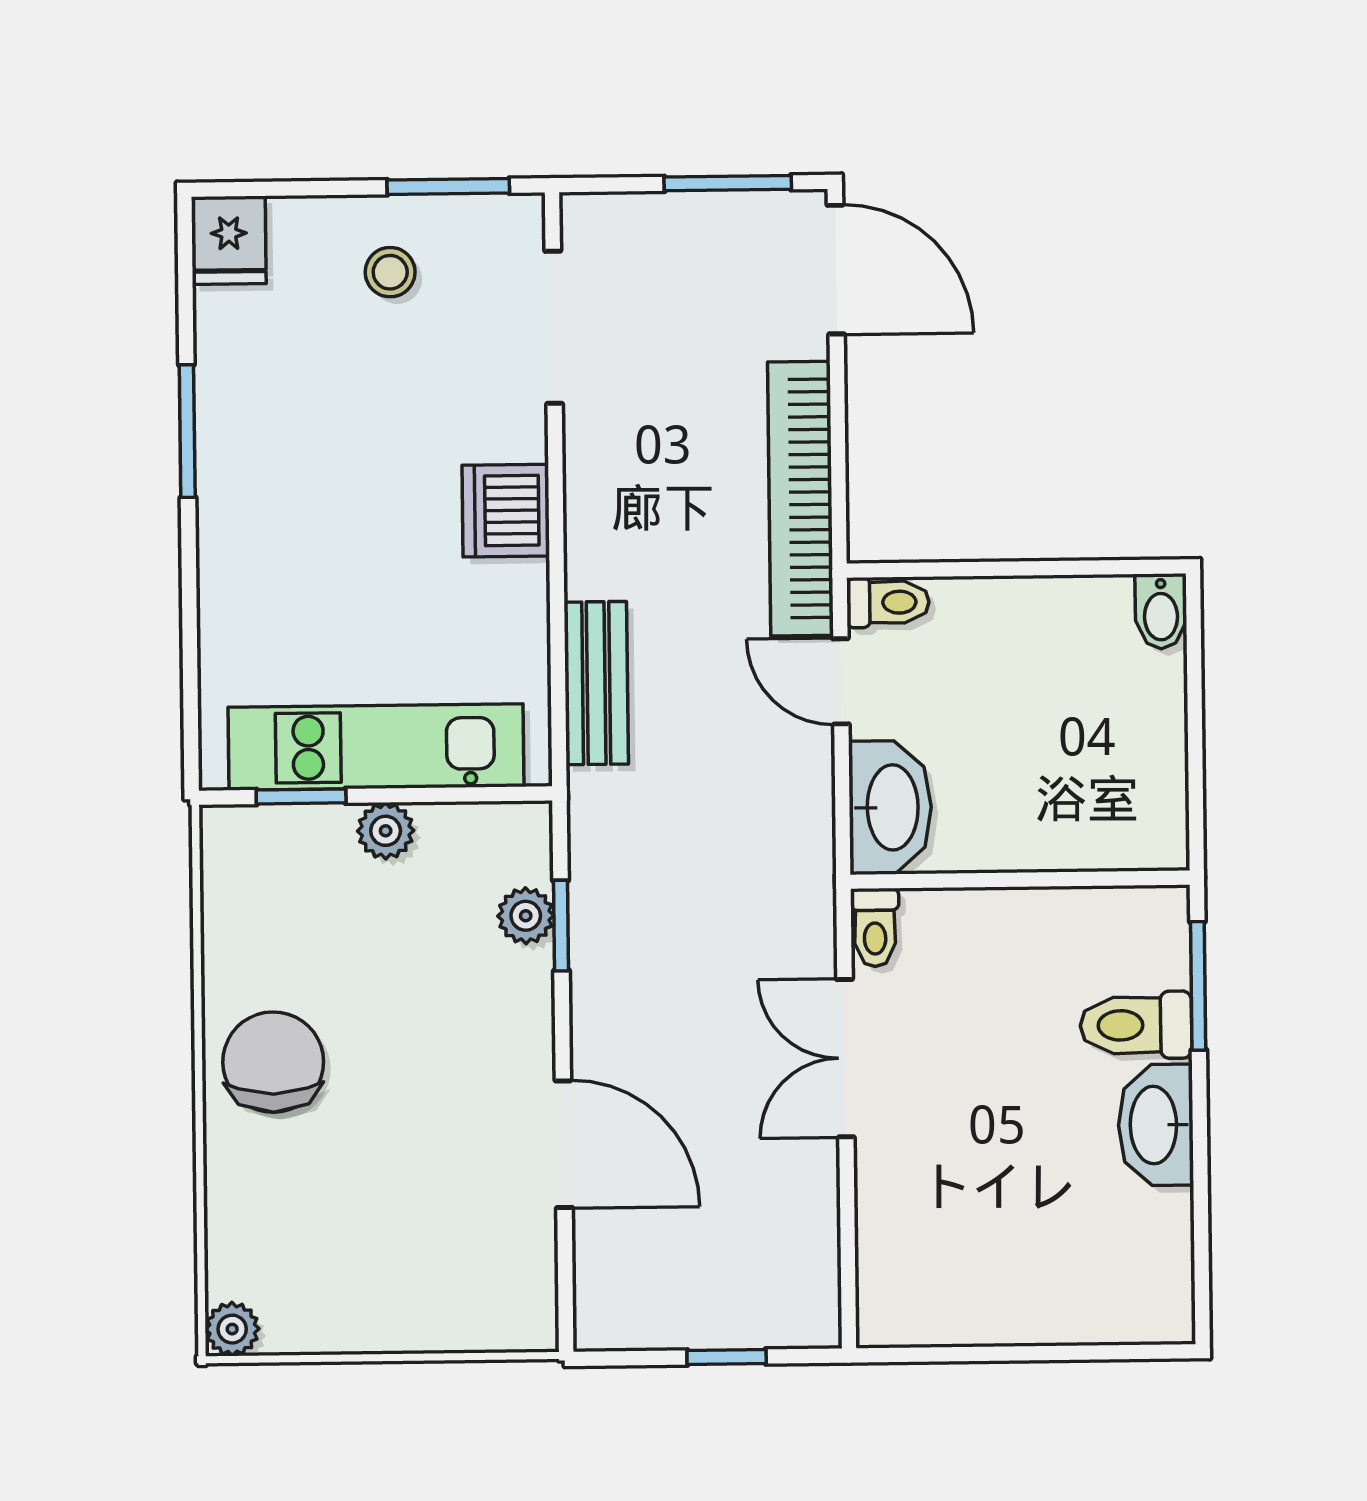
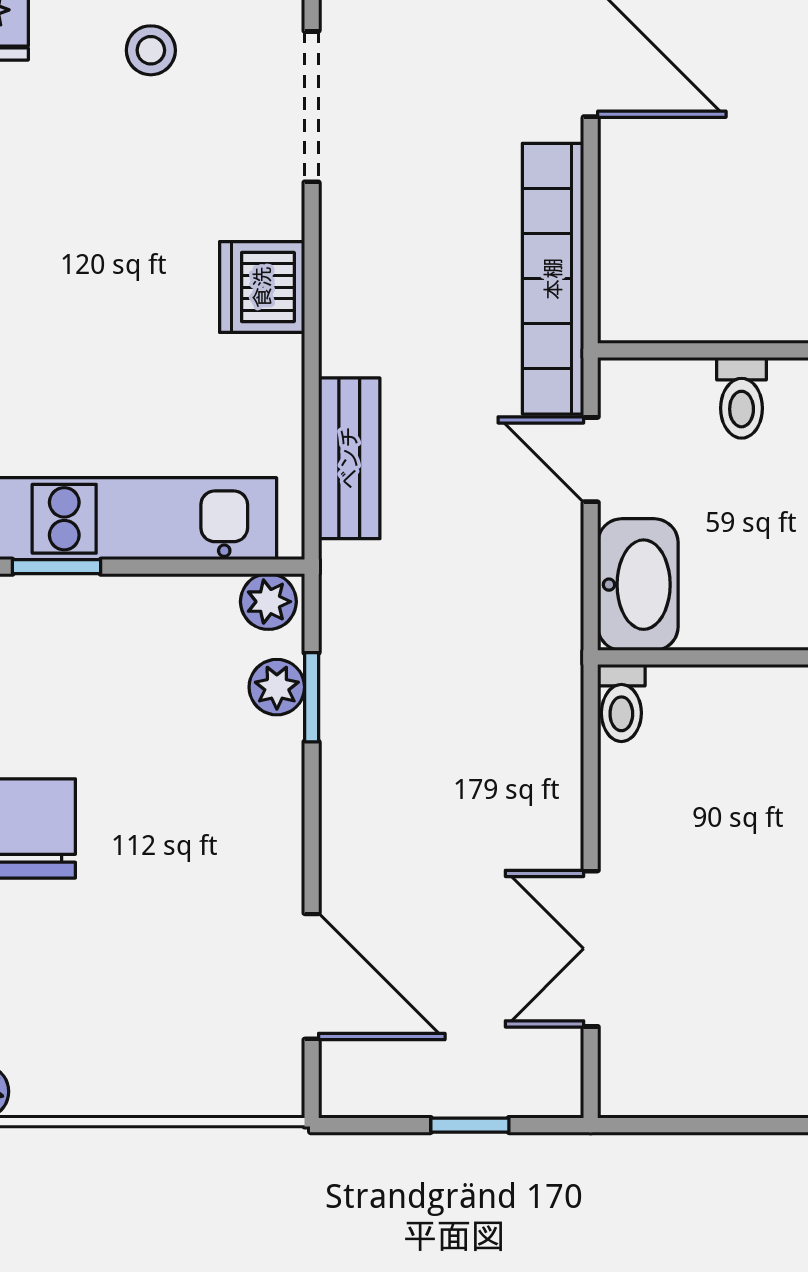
toilet: (888, 602) -> (742, 398), moved, turned 90
plant: (386, 831) -> (268, 602), moved
double door: (845, 1058) -> (591, 949), moved
door: (564, 1144) -> (312, 976), moved

